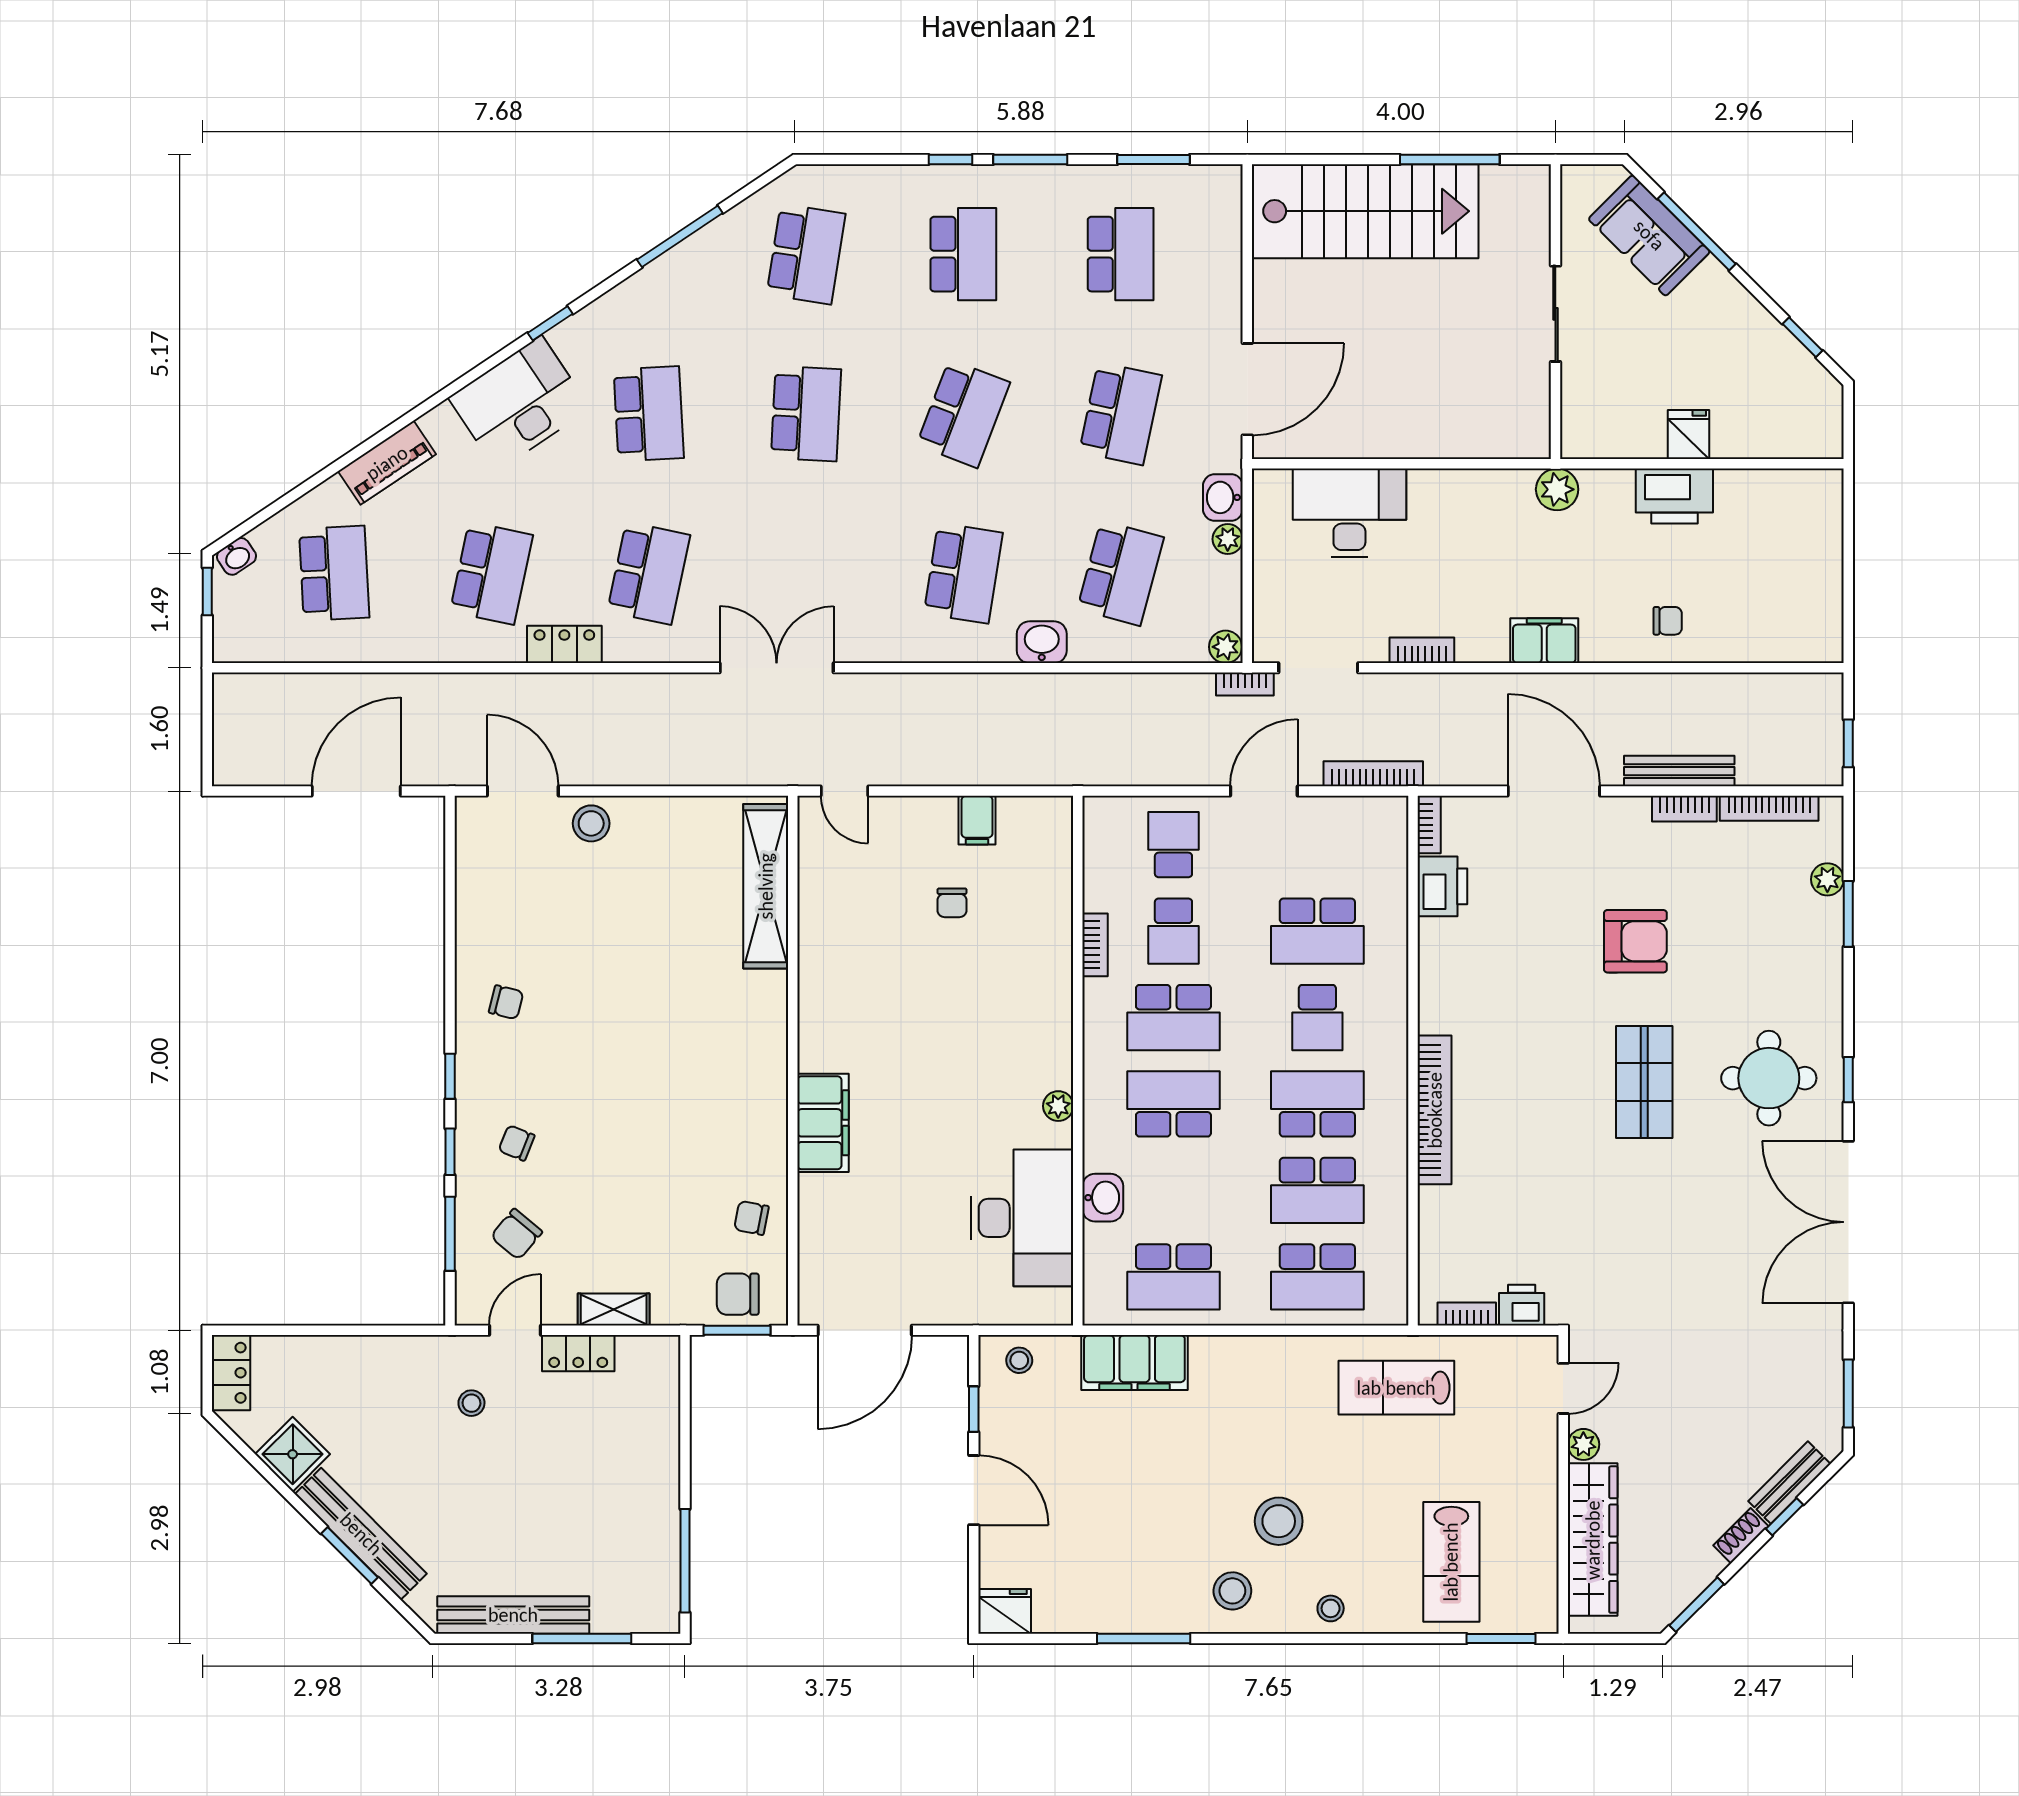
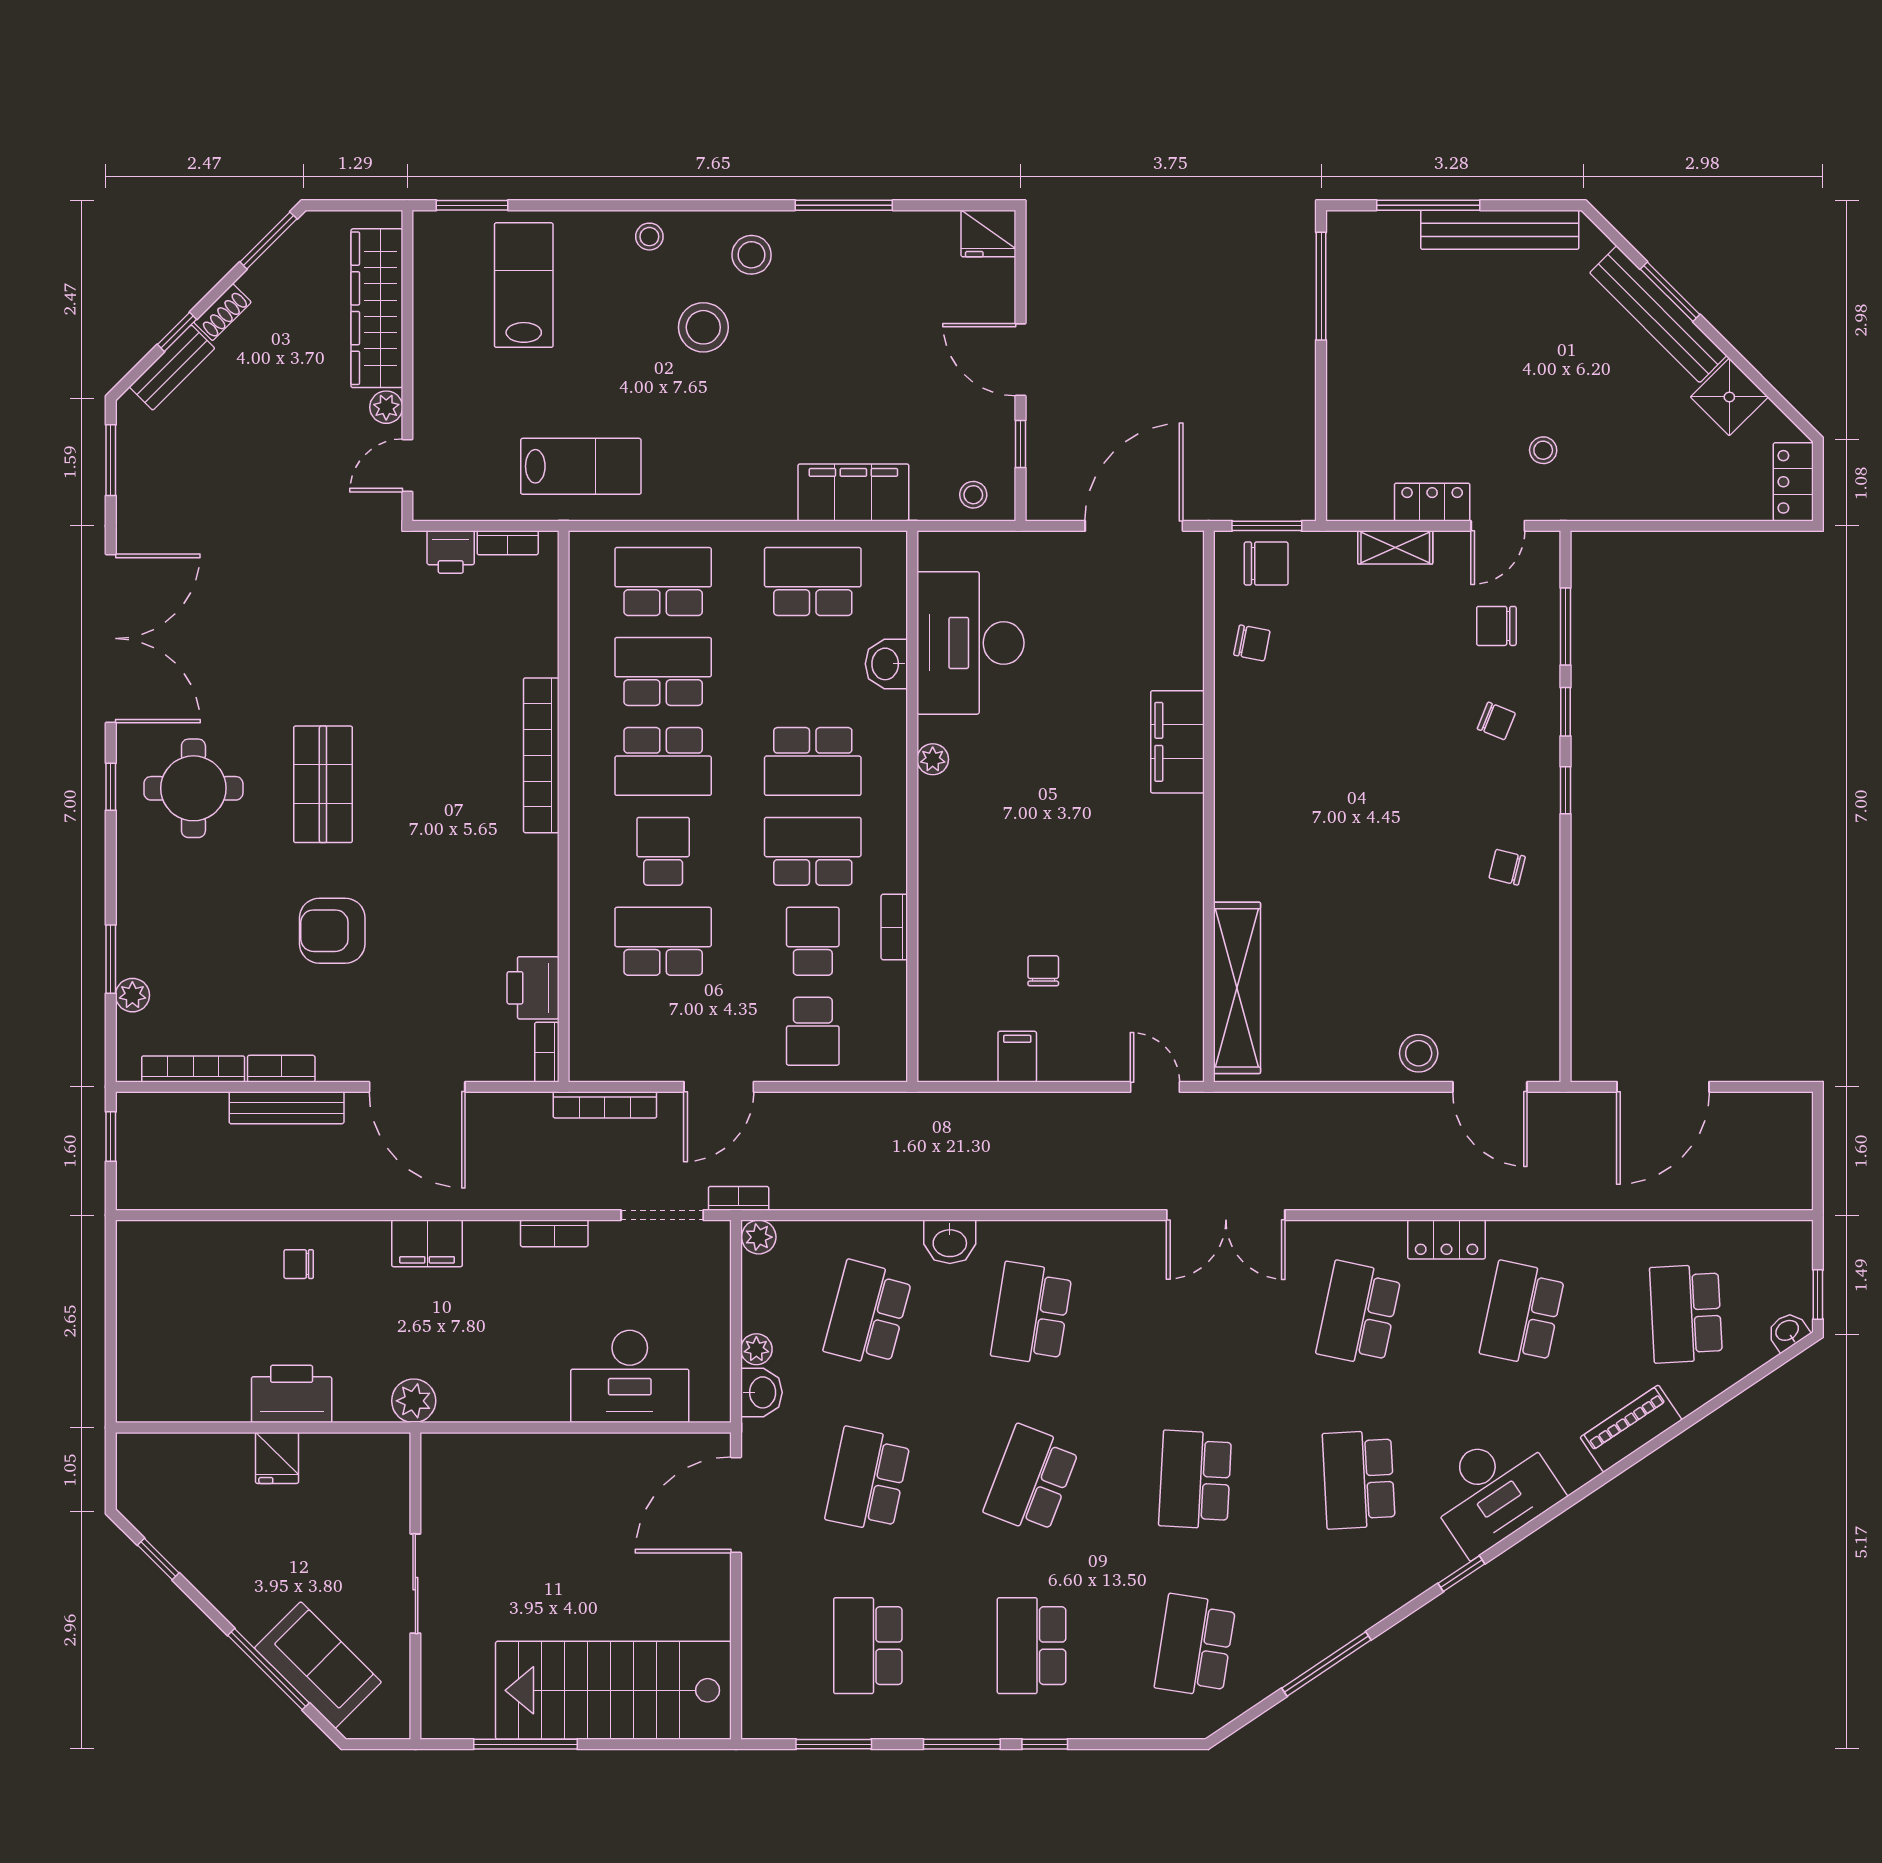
chair: (516, 1234) -> (1496, 626), turned -130

